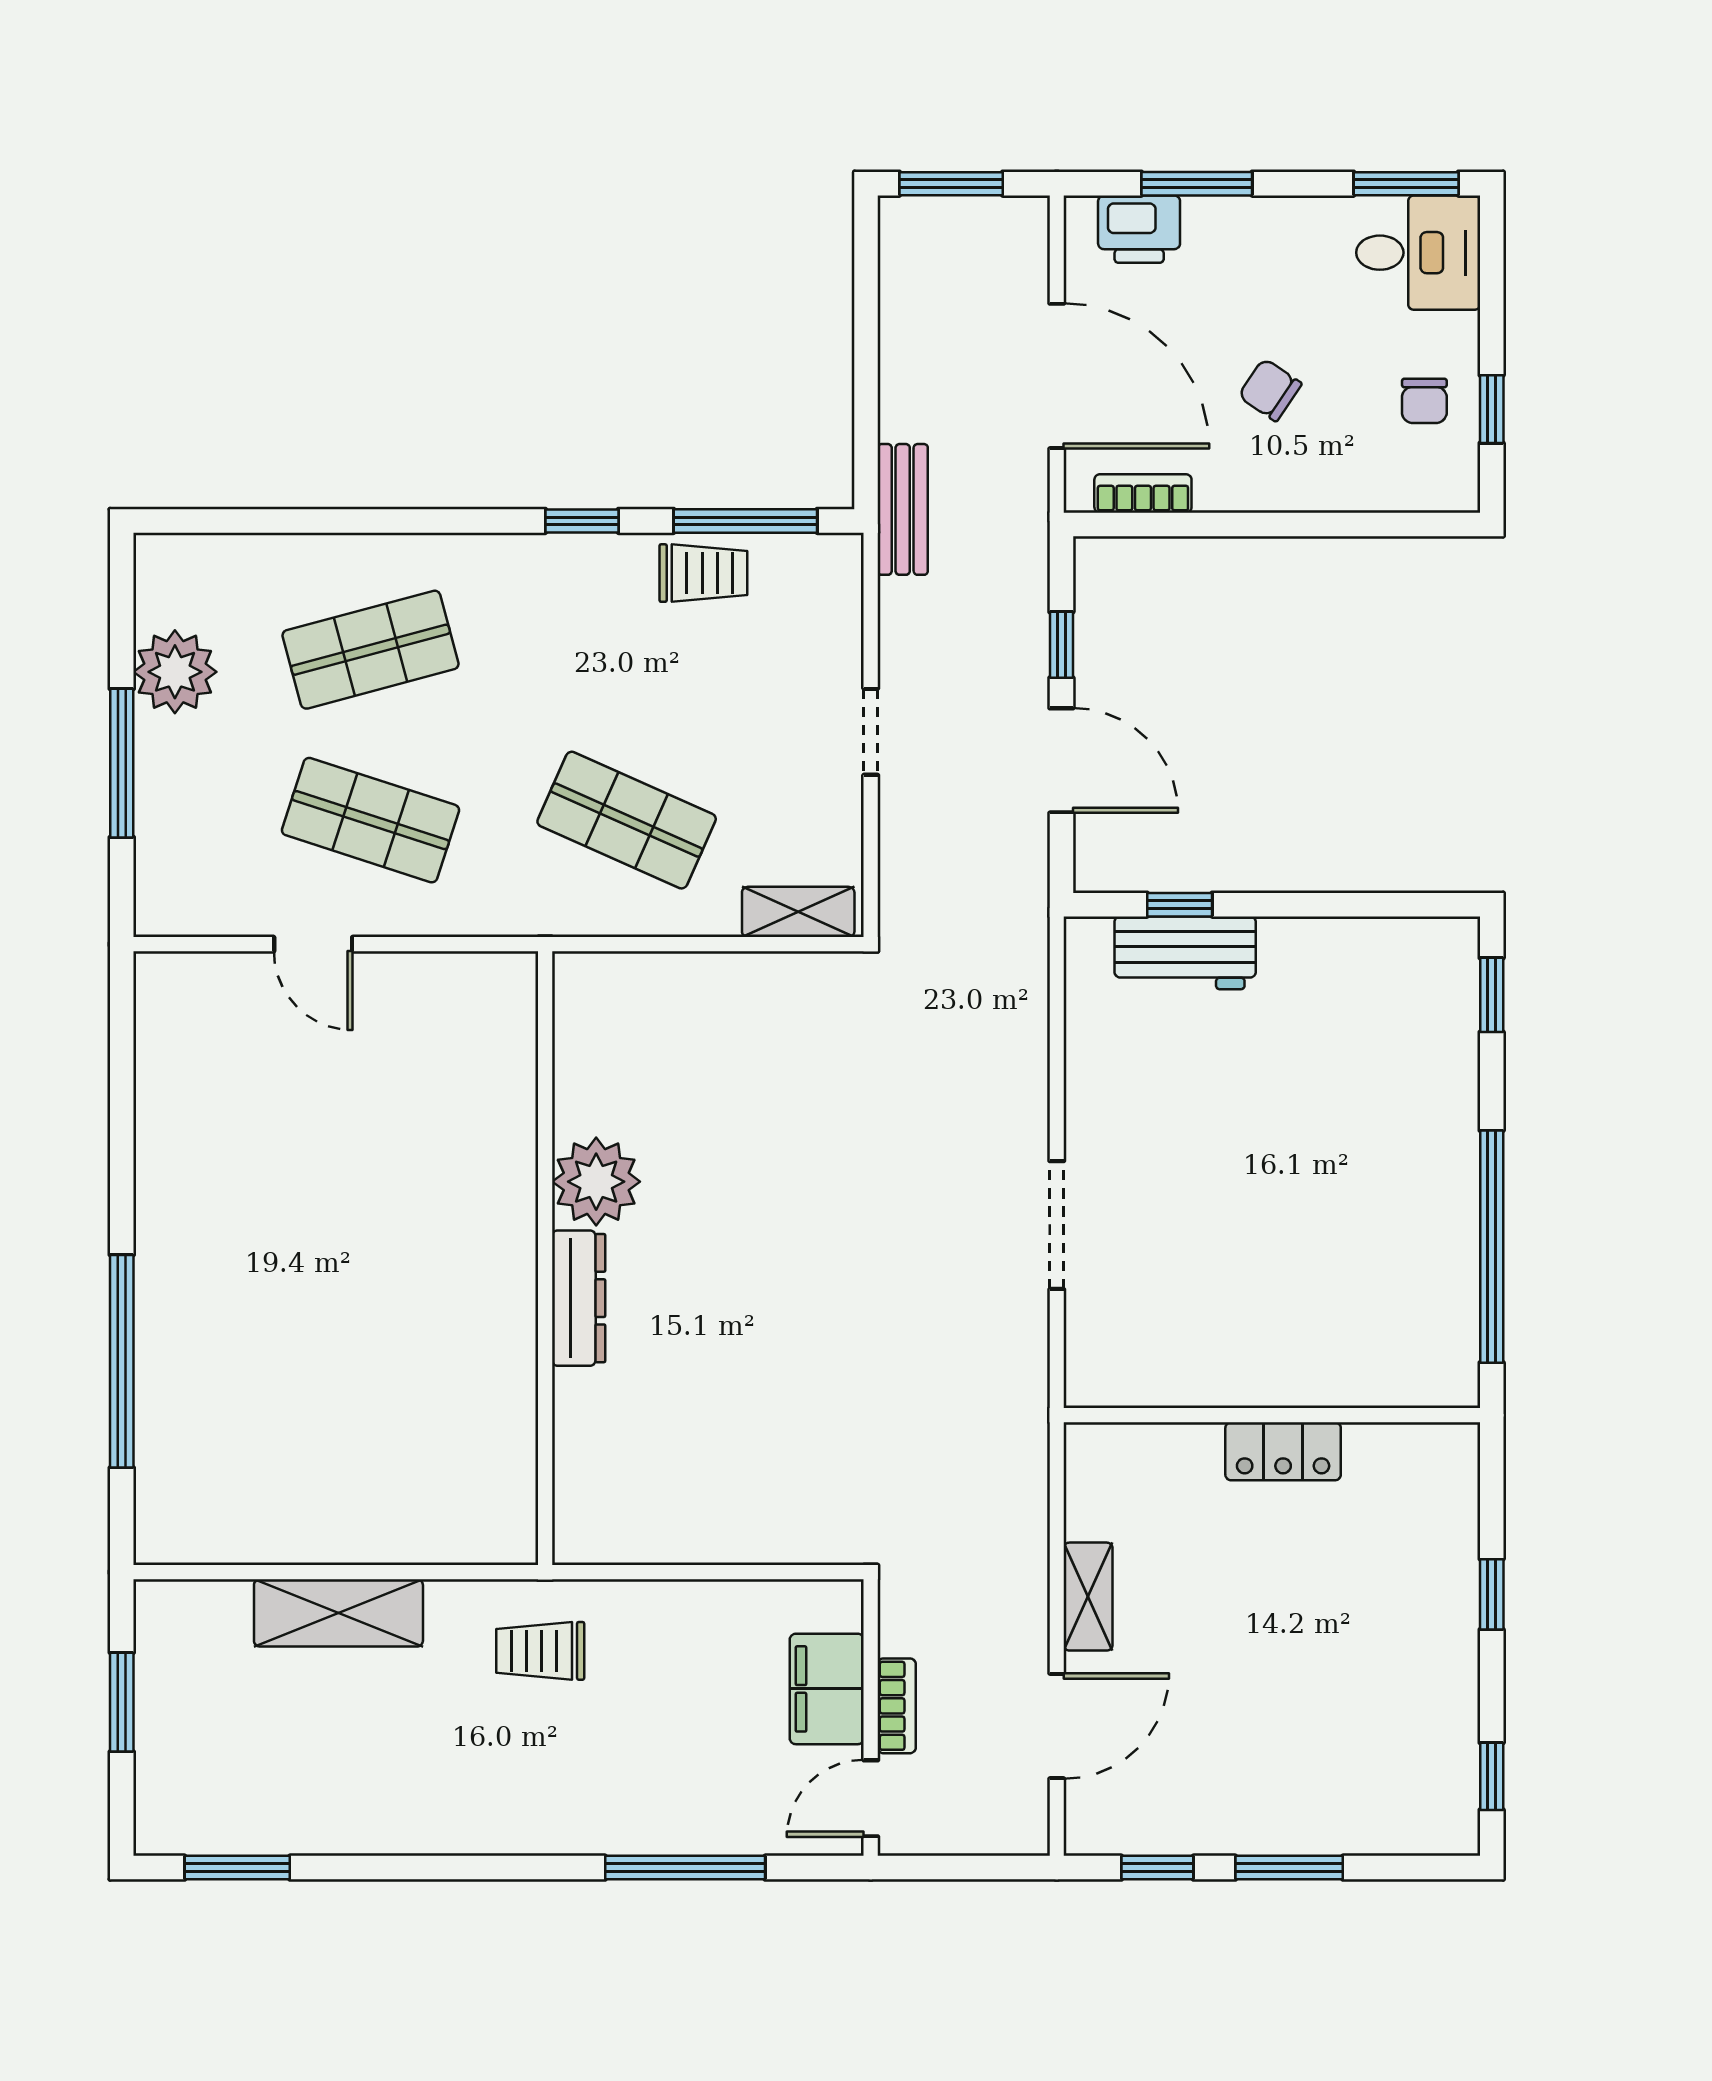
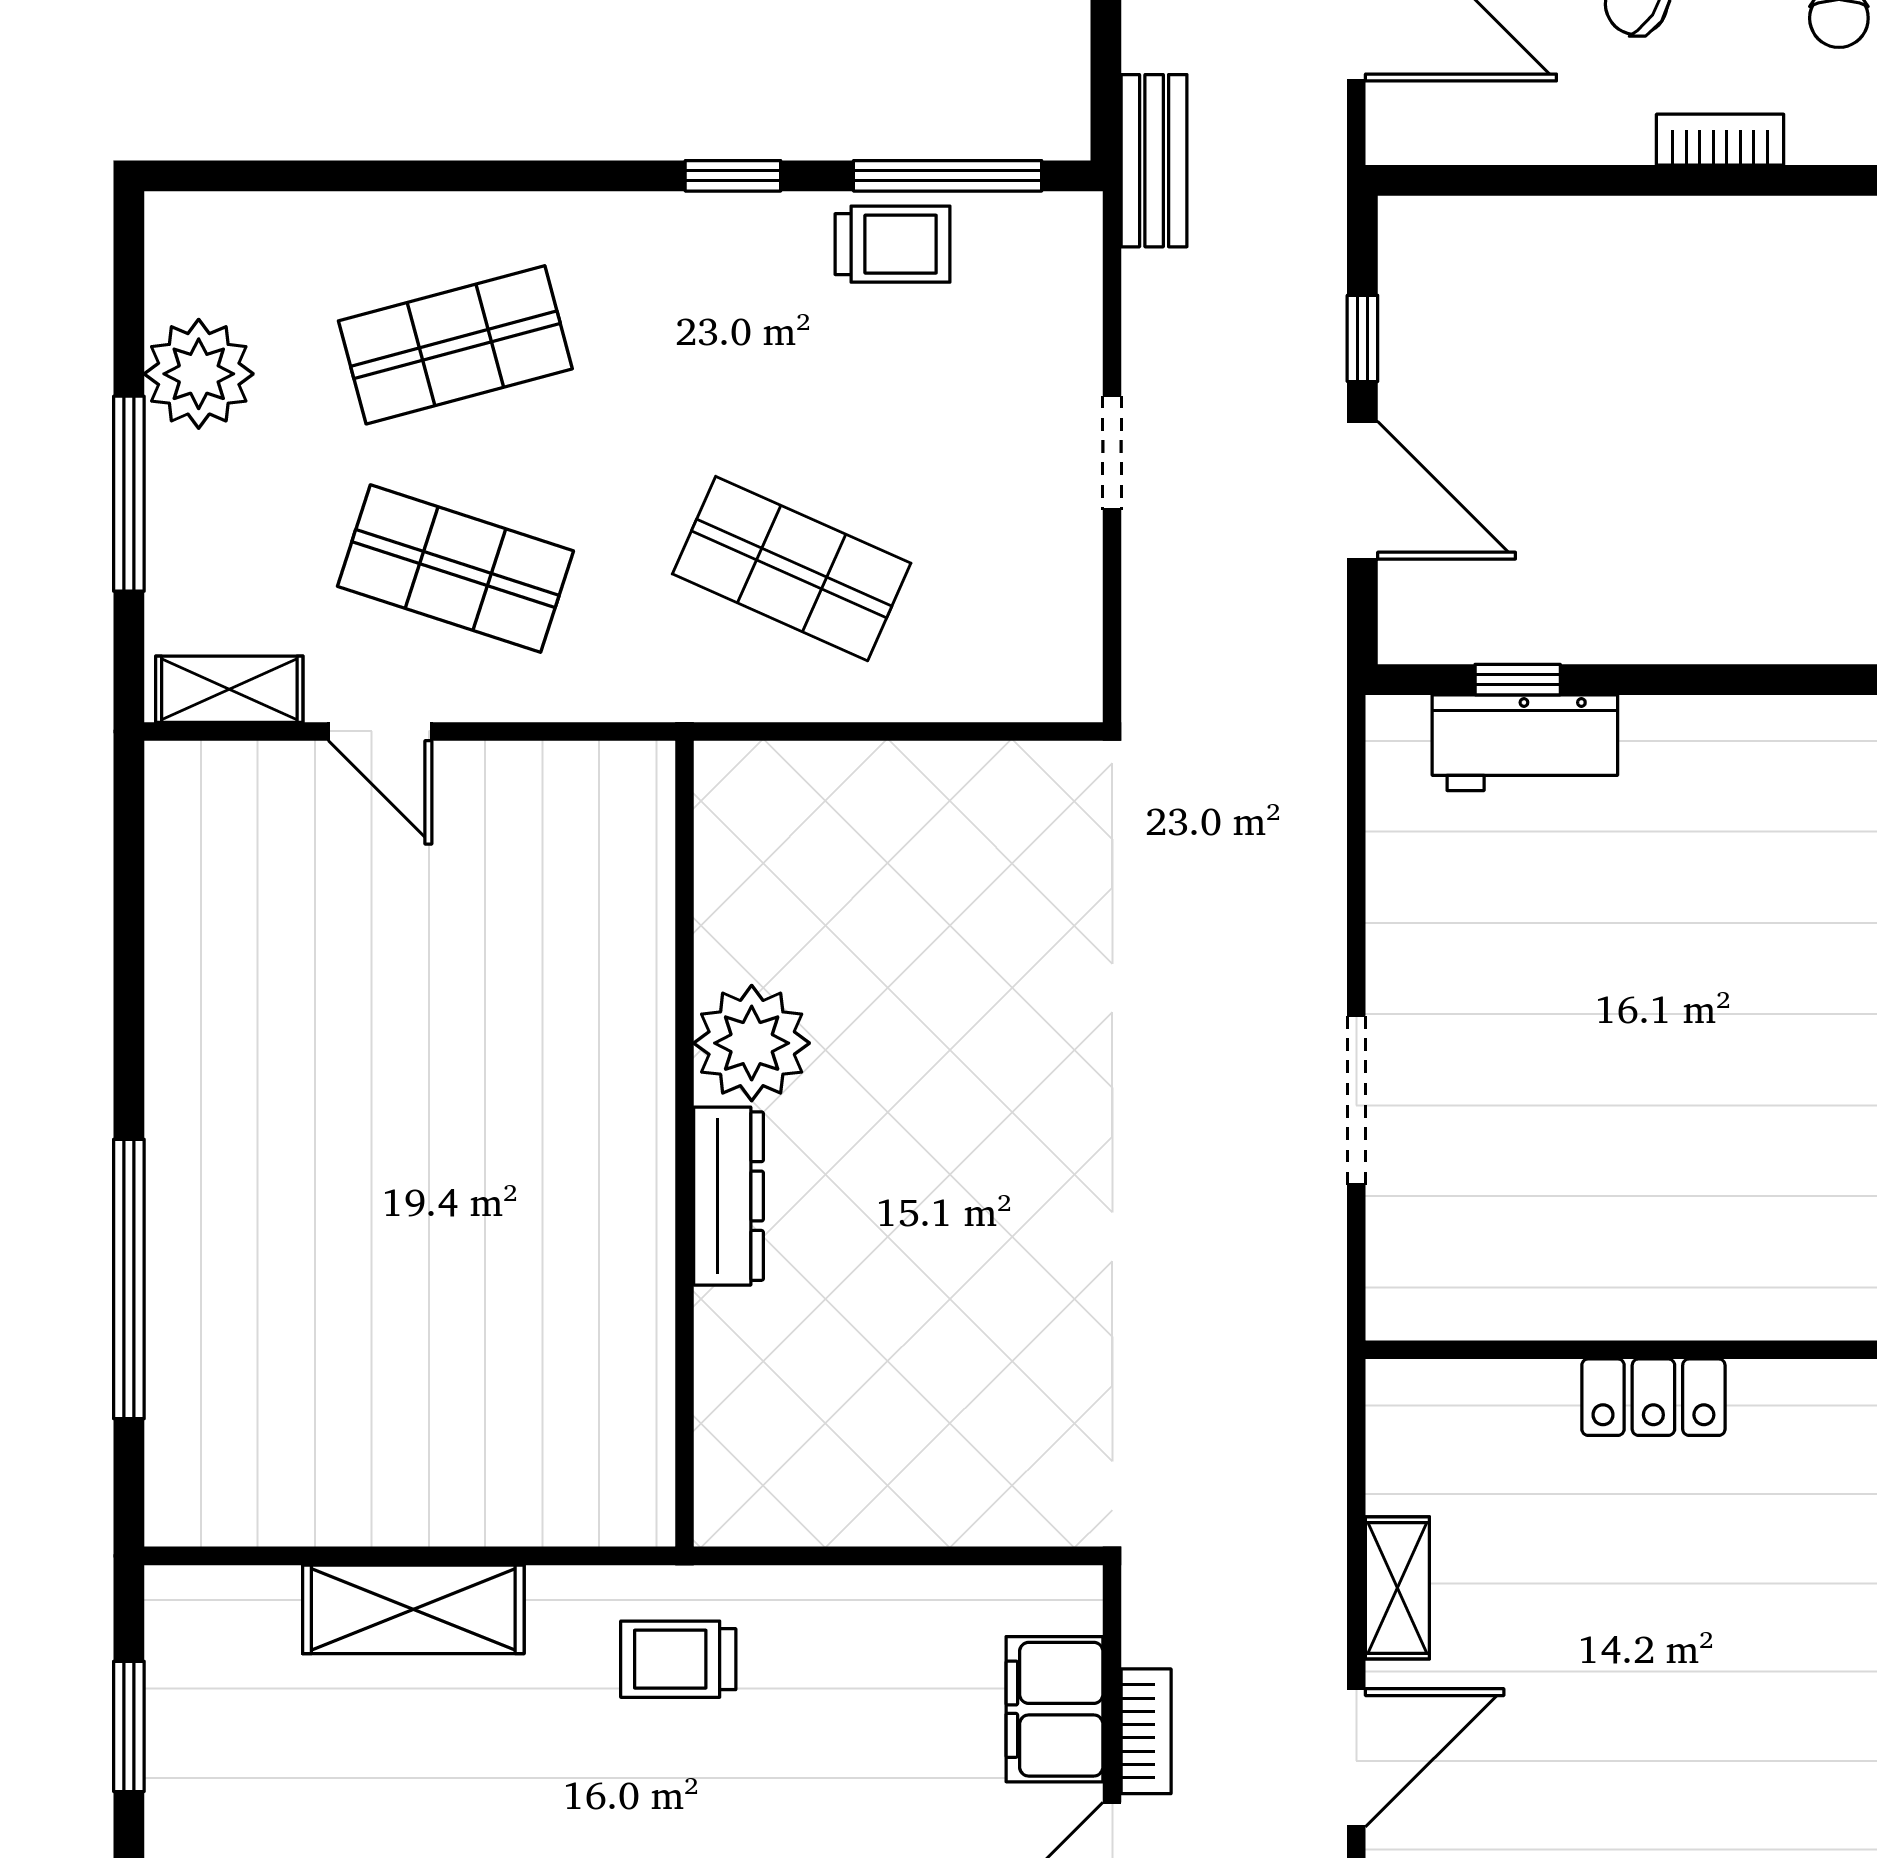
bookcase: (1143, 493) -> (1720, 140), moved
shelving: (798, 912) -> (229, 689), moved

